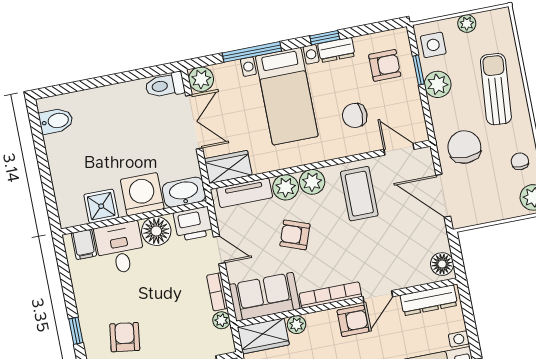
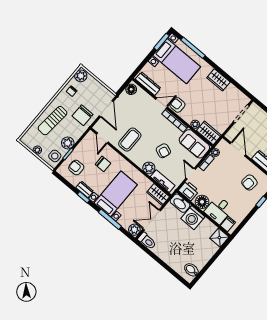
plant: (312, 182) -> (139, 160), removed
shower: (101, 206) -> (219, 238), moved

